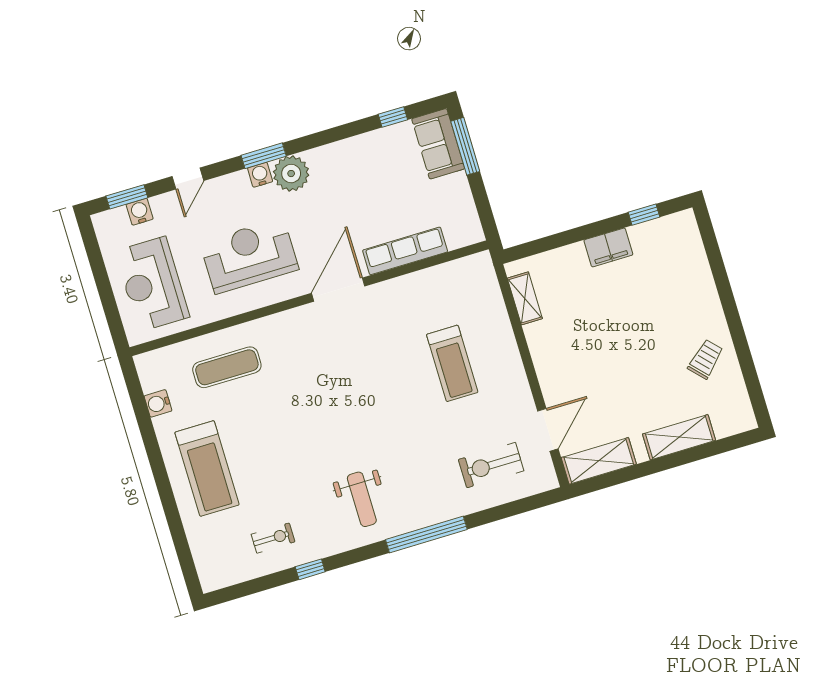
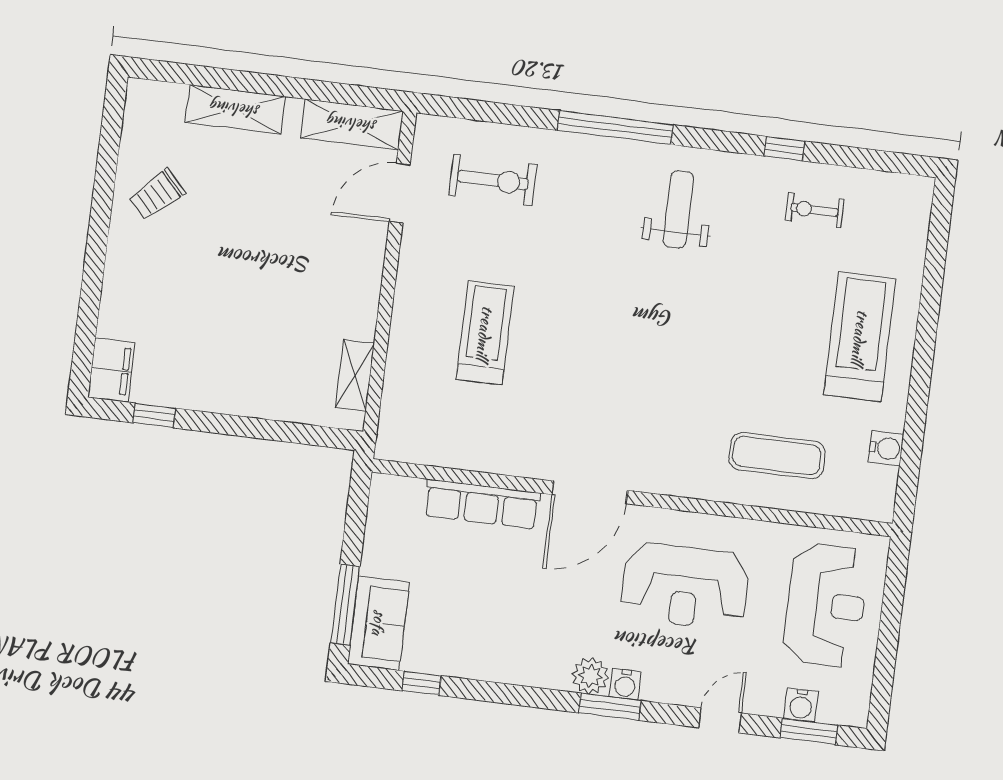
plant: (291, 174) -> (590, 676), width x0.73, depth x0.73
filing cabinet: (608, 247) -> (111, 370), moved, turned 90

